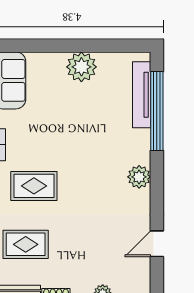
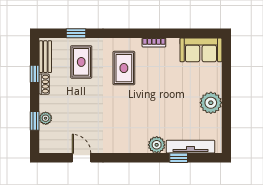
window: (157, 111) -> (179, 158), width x0.32
plant: (139, 177) -> (157, 145), moved

